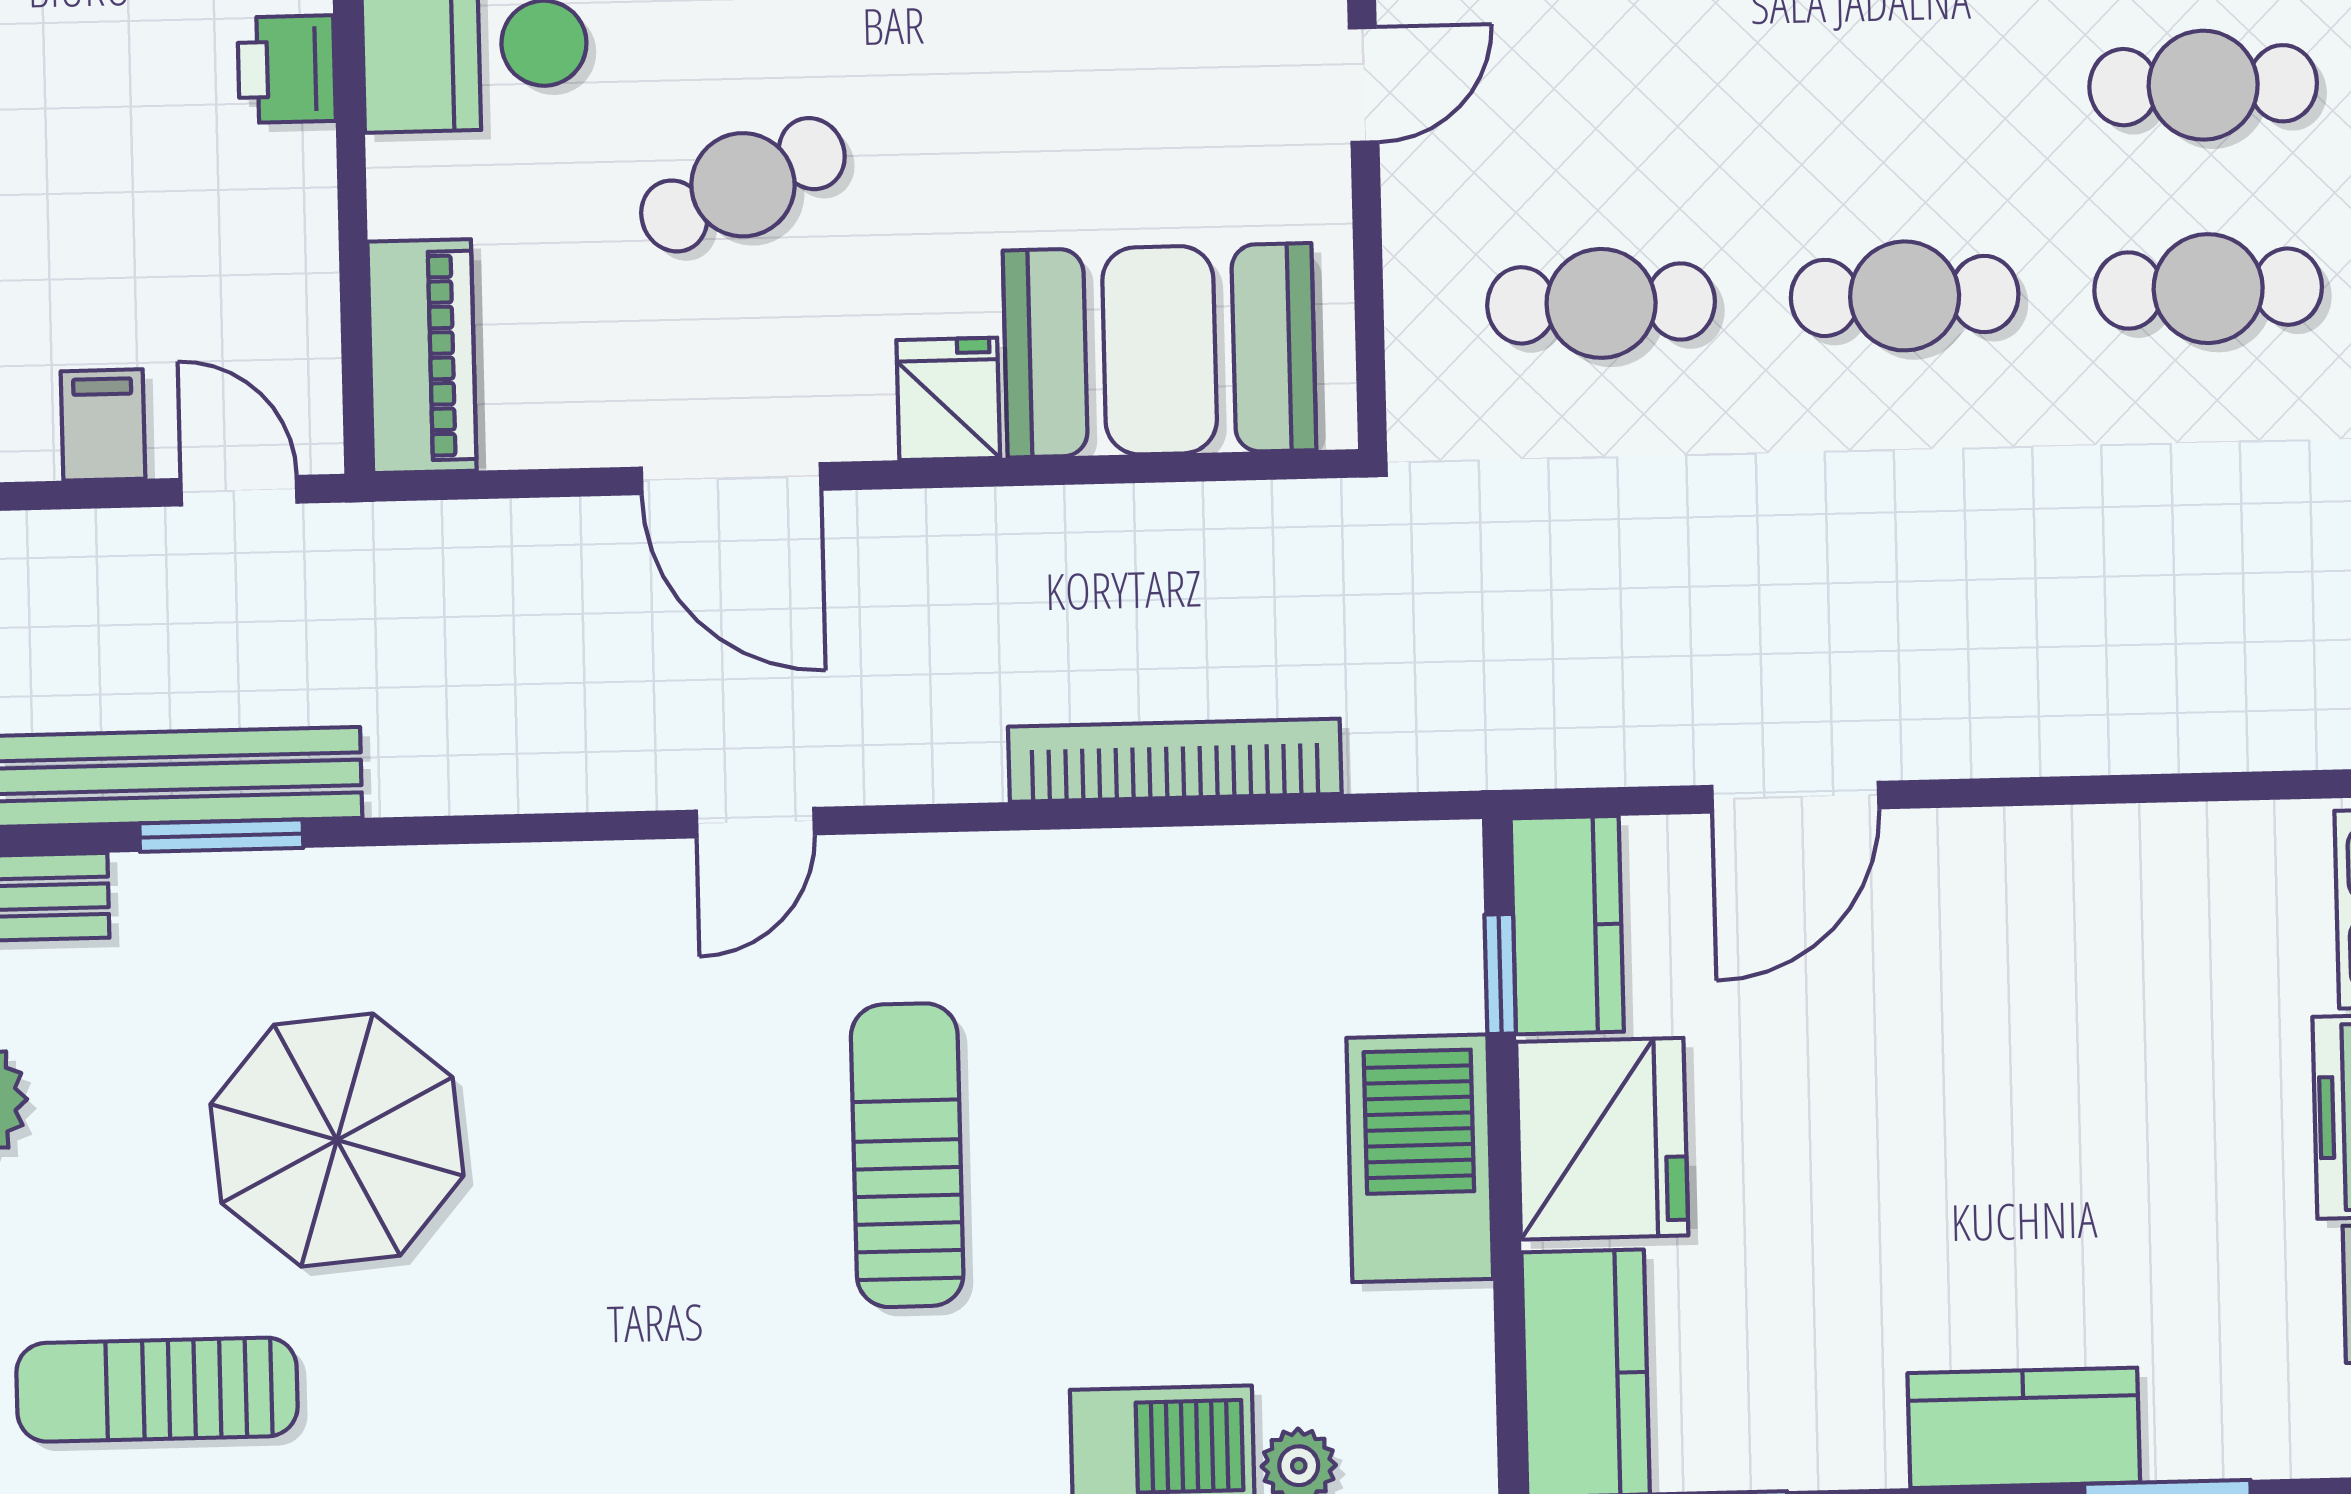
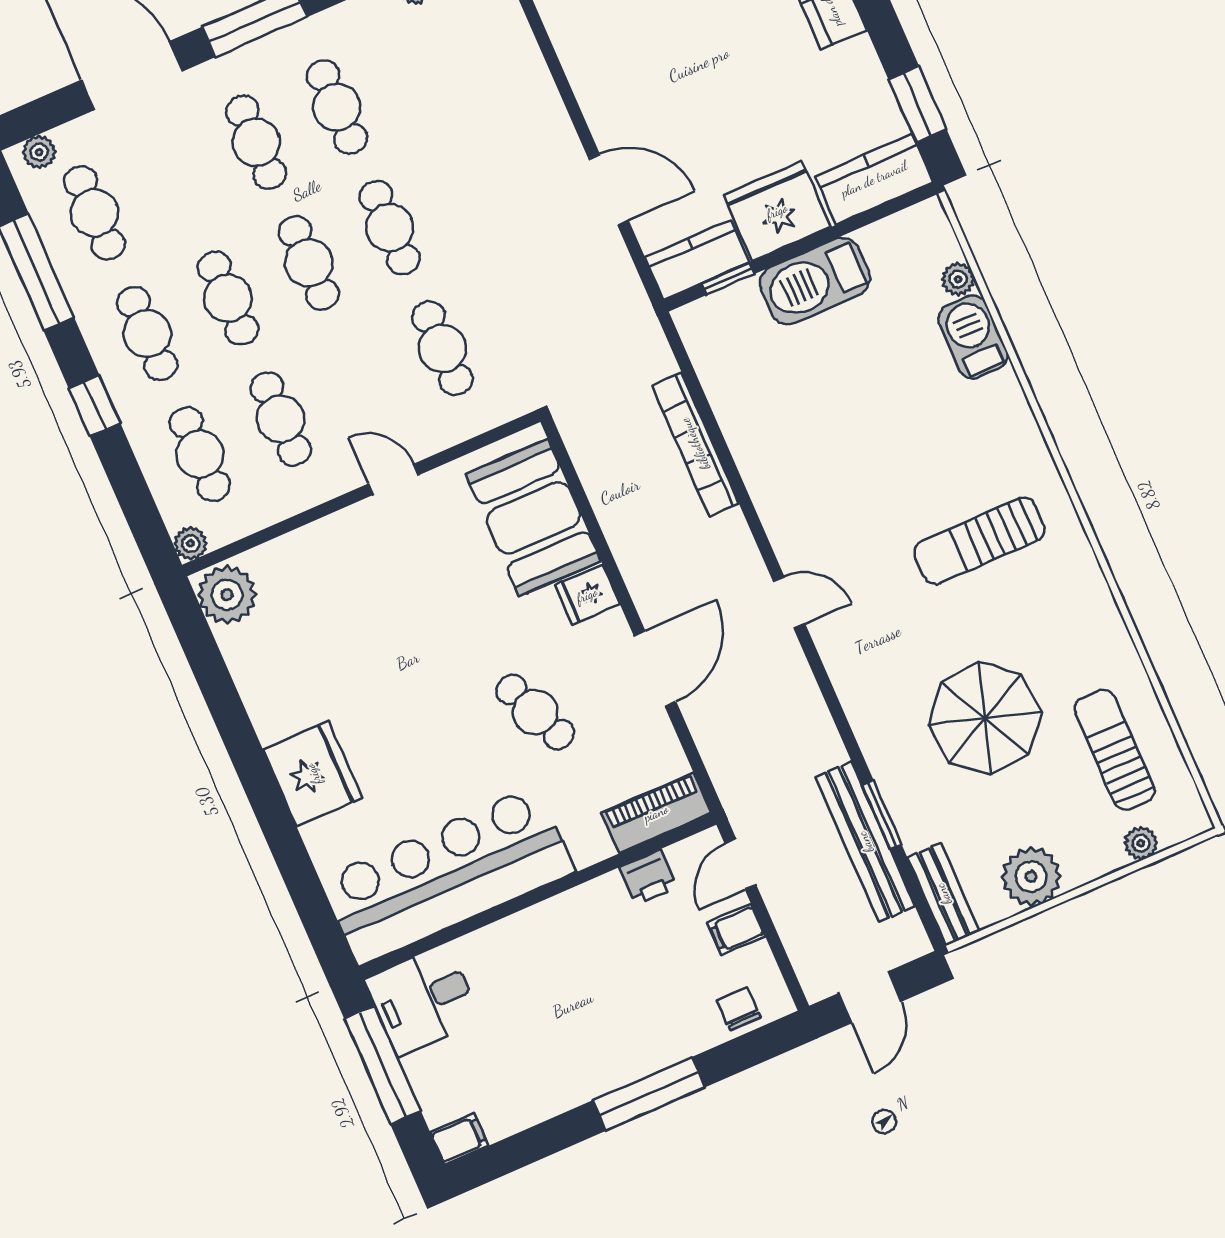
printer: (287, 69) -> (648, 877), moved
cafe table: (1900, 93) -> (309, 263), added
sun lounger: (907, 1155) -> (979, 541), moved
sun lounger: (157, 1390) -> (1115, 750), turned 180

